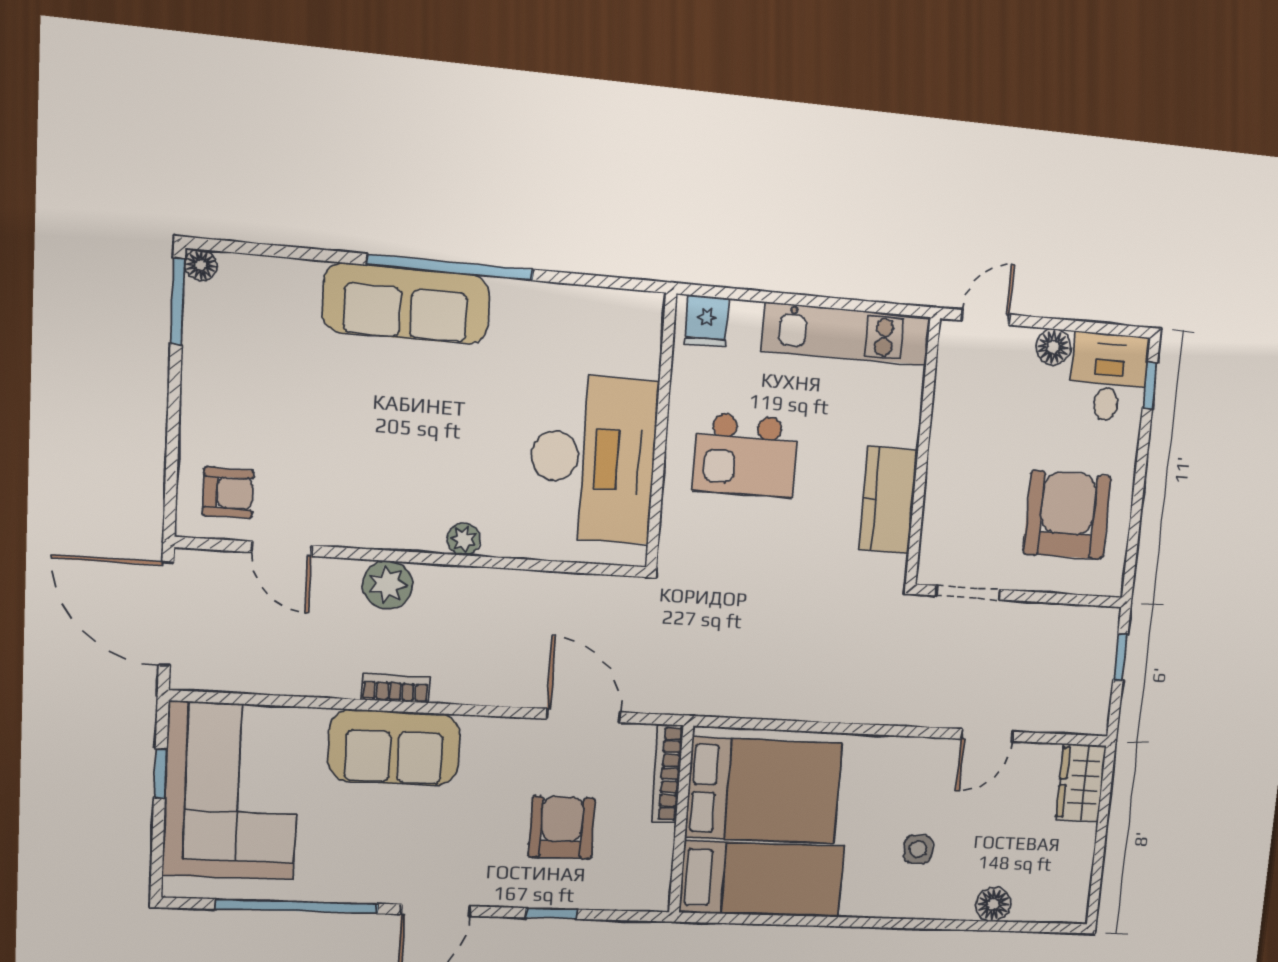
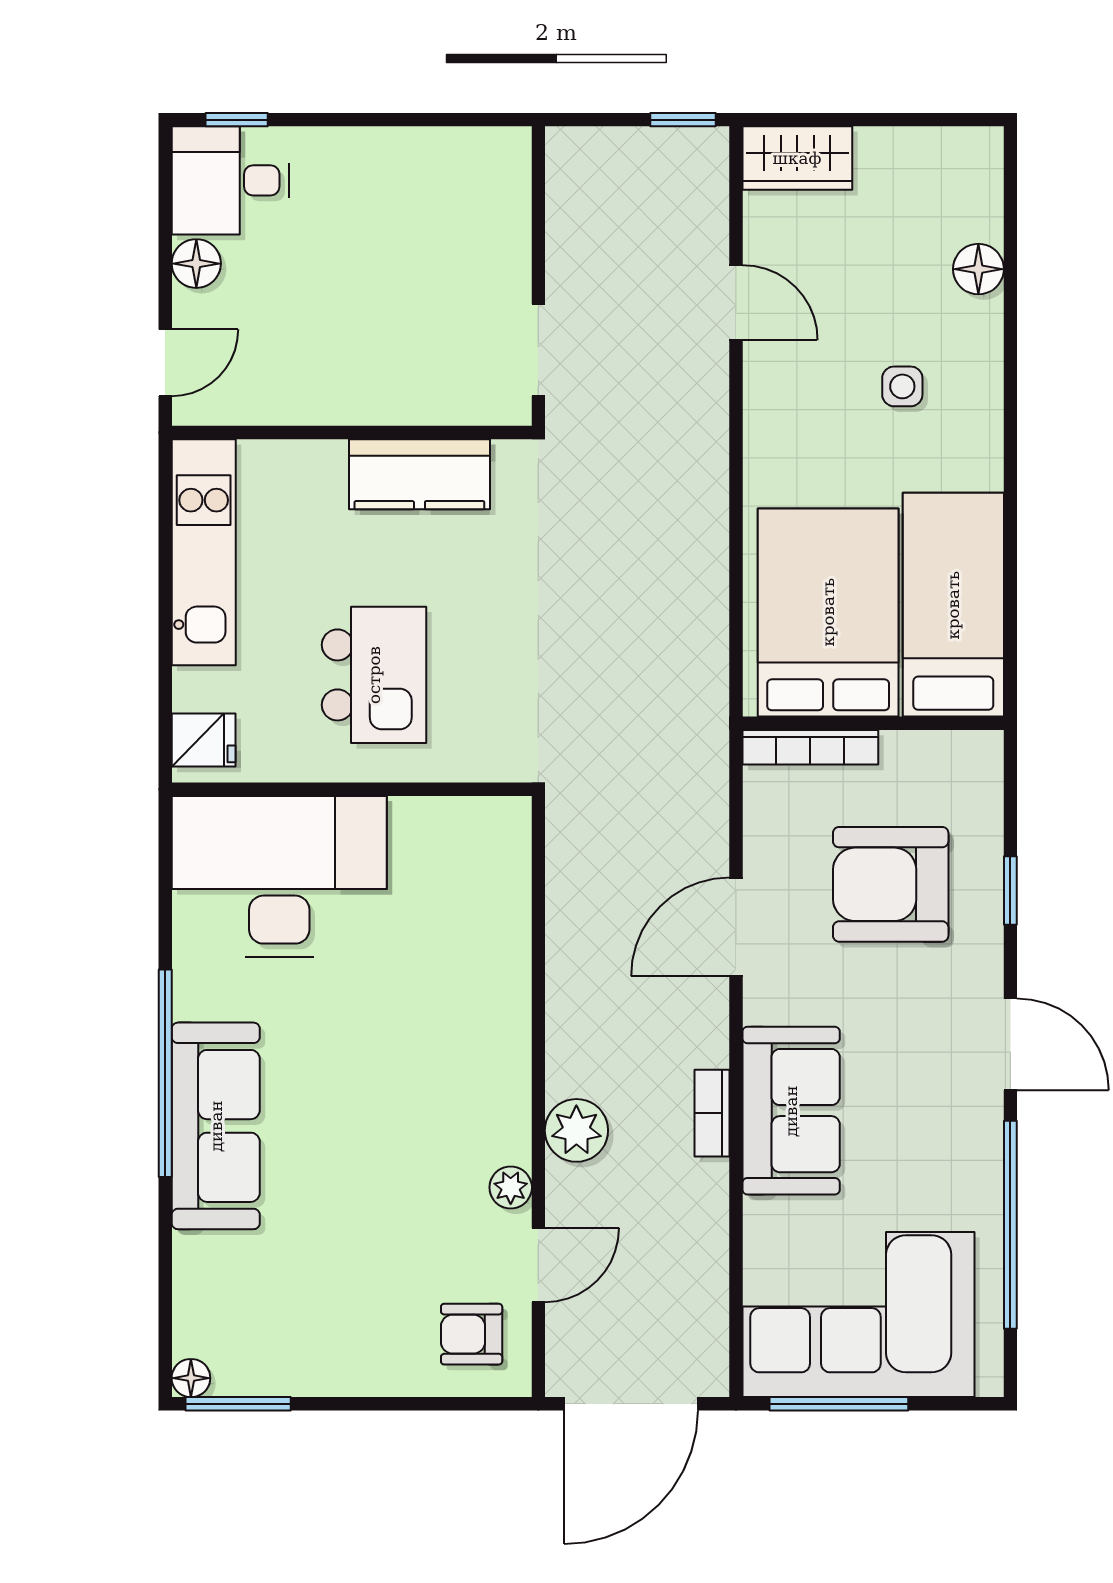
door: (986, 317) -> (165, 363), swing flipped
desk: (593, 459) -> (279, 876), moved
armchair: (228, 493) -> (472, 1334), turned -90
armchair: (1067, 515) -> (422, 219), removed
plant: (464, 539) -> (511, 1187), moved
window: (1120, 657) -> (683, 120), moved
door: (584, 715) -> (736, 927), moved
window: (160, 774) -> (839, 1404), width x2.17
armchair: (562, 828) -> (891, 884), width x1.36, depth x1.36

